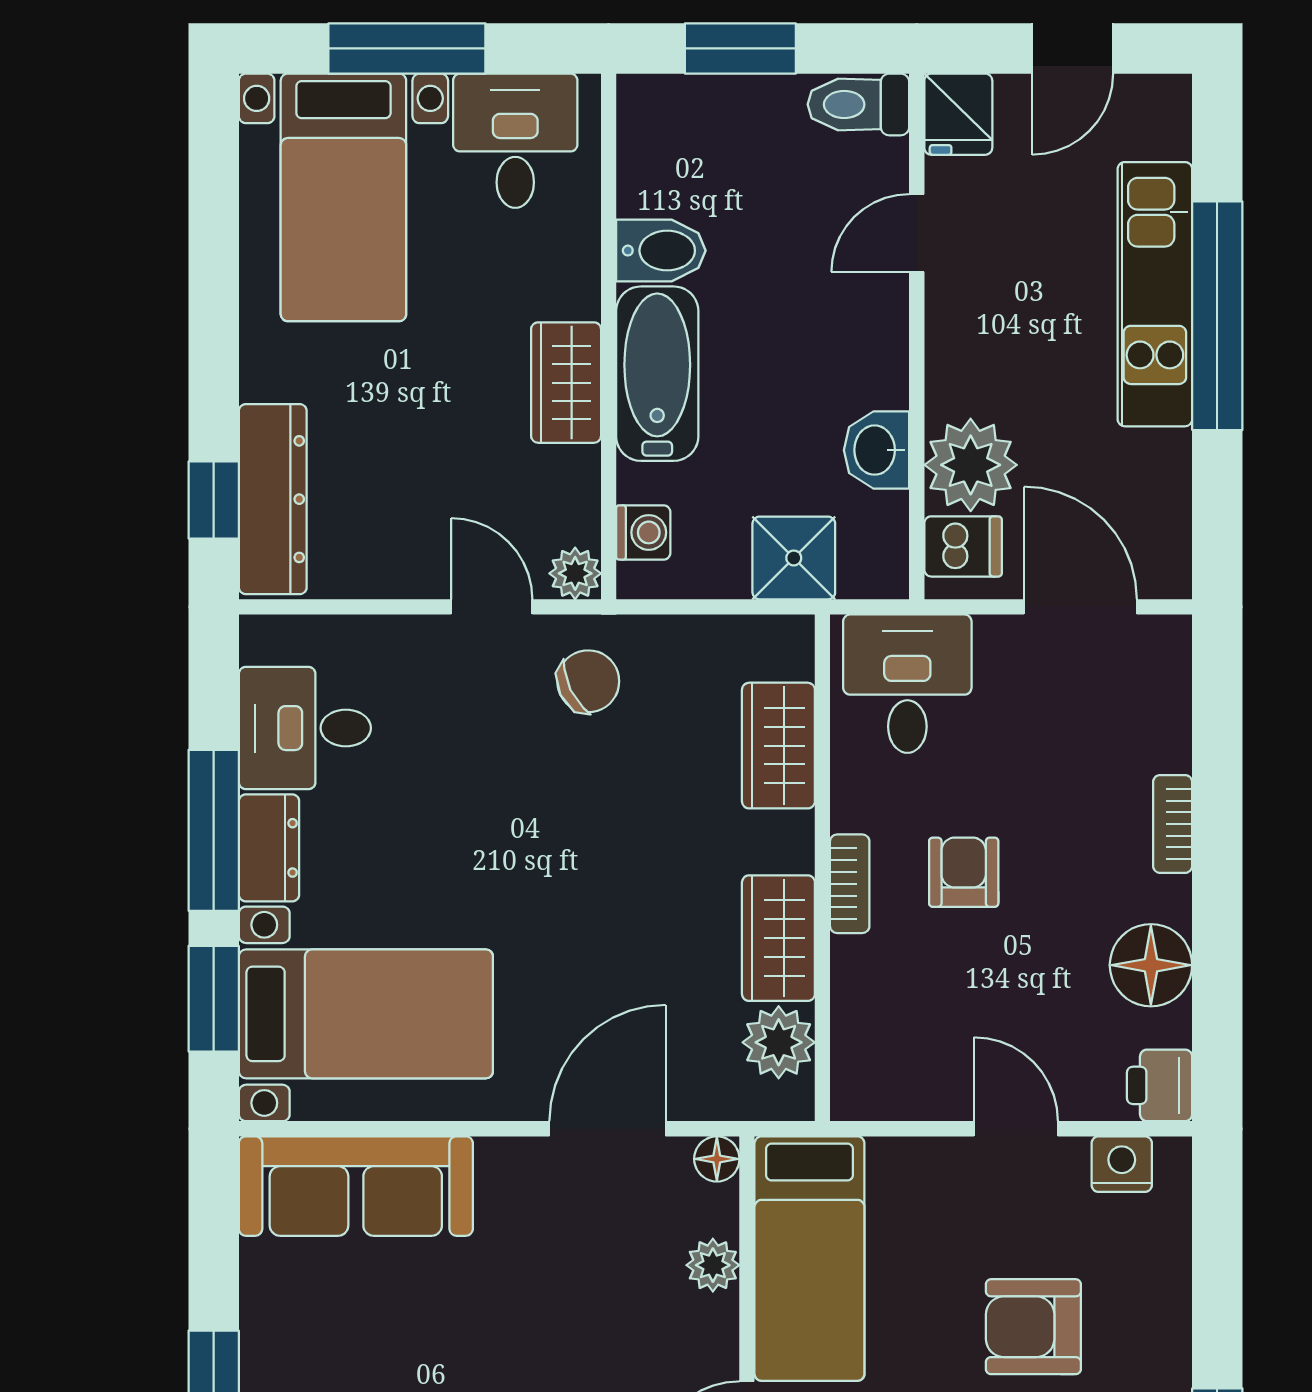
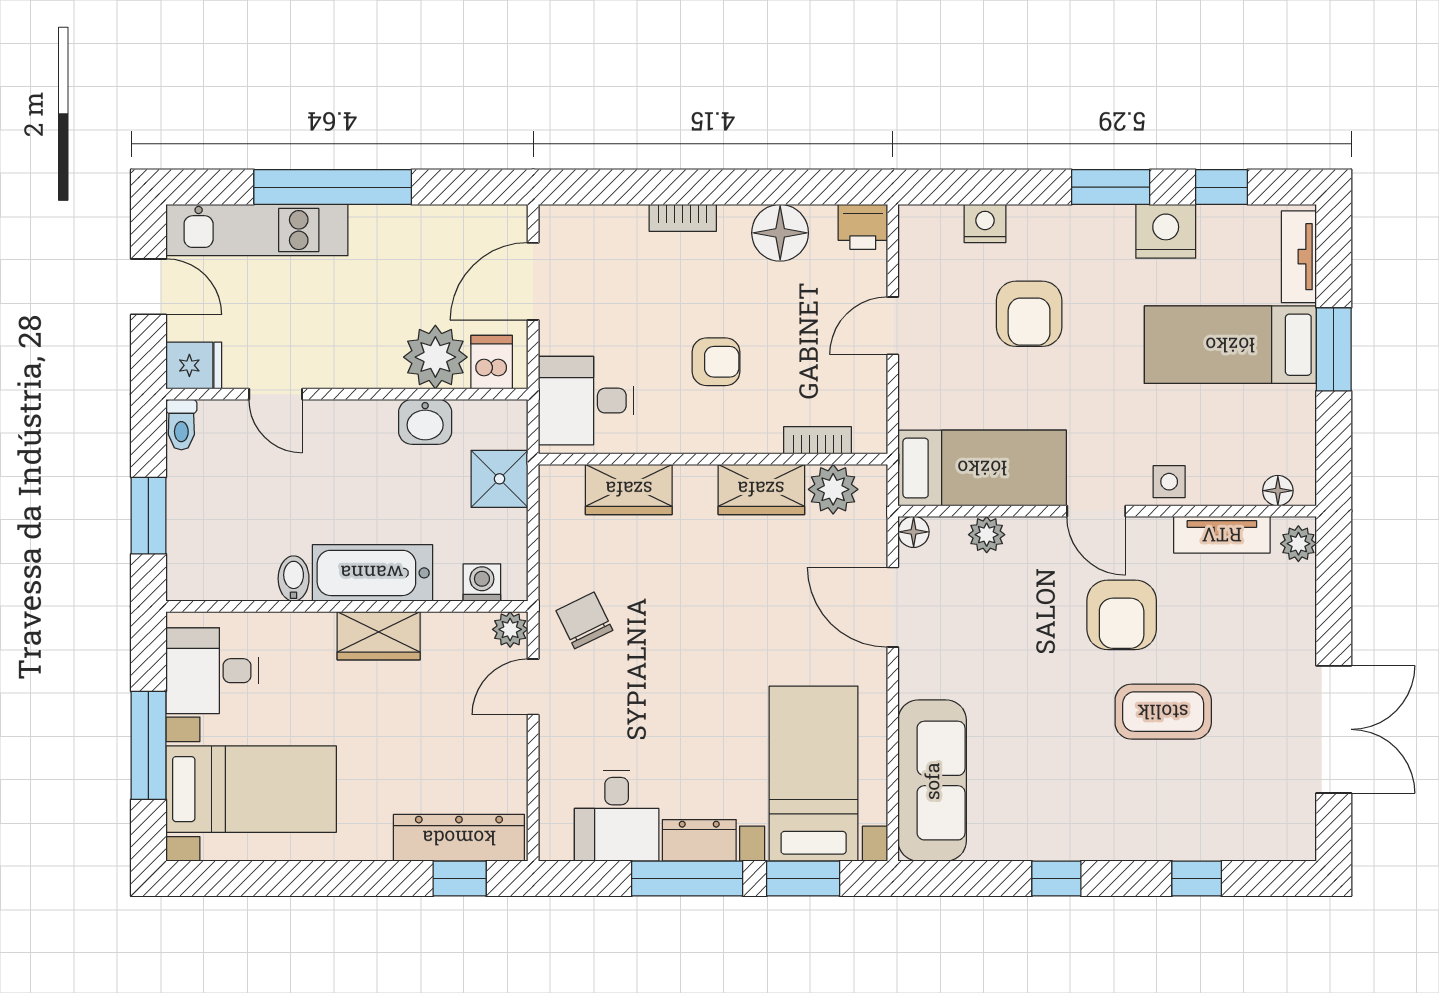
toilet: (858, 104) -> (181, 425), width x0.73, depth x0.72
bidet: (661, 251) -> (294, 579), width x0.72, depth x0.74
kitchen unit: (1155, 294) -> (257, 230), moved
armchair: (964, 872) -> (716, 362), turned 180
bookcase: (850, 884) -> (818, 440), moved
nightstand: (1122, 1164) -> (985, 224), moved, turned 90

